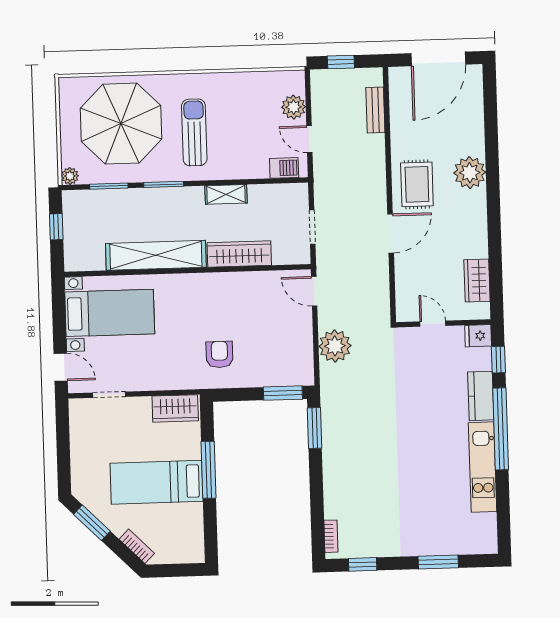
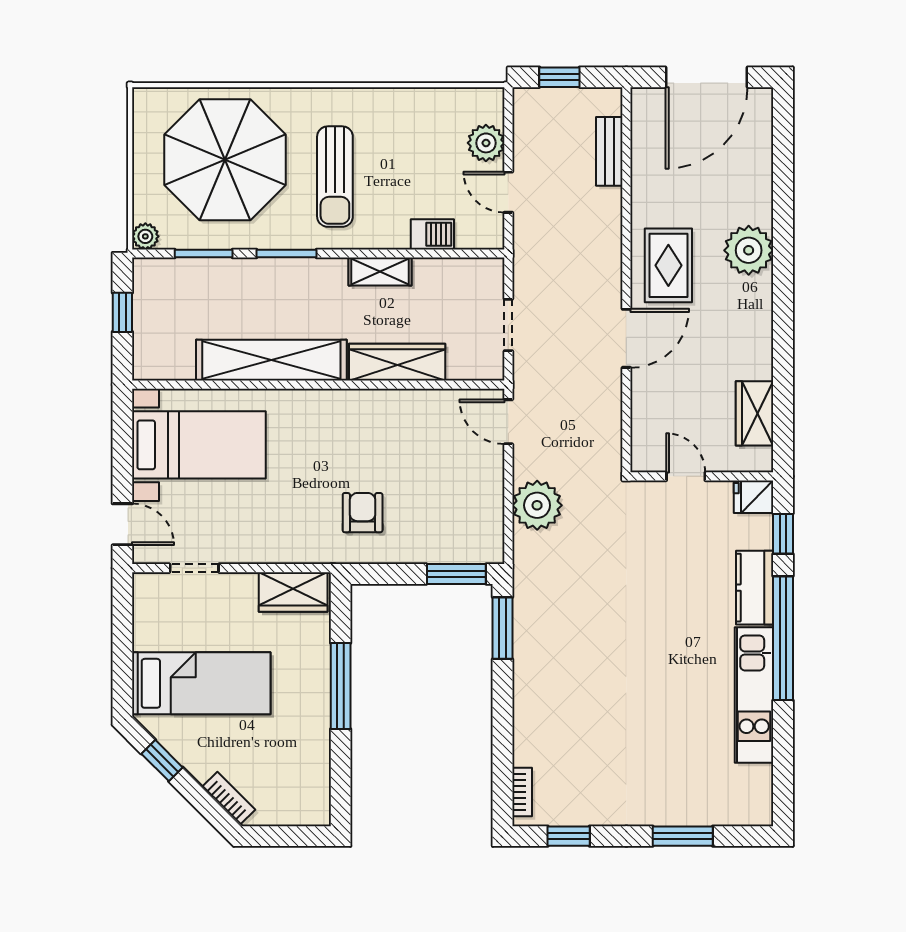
sun lounger: (194, 132) -> (335, 177), turned 180
barbecue: (284, 168) -> (432, 234), moved
bed: (157, 482) -> (201, 683), moved, turned 180
window: (92, 523) -> (162, 761), width x0.67

